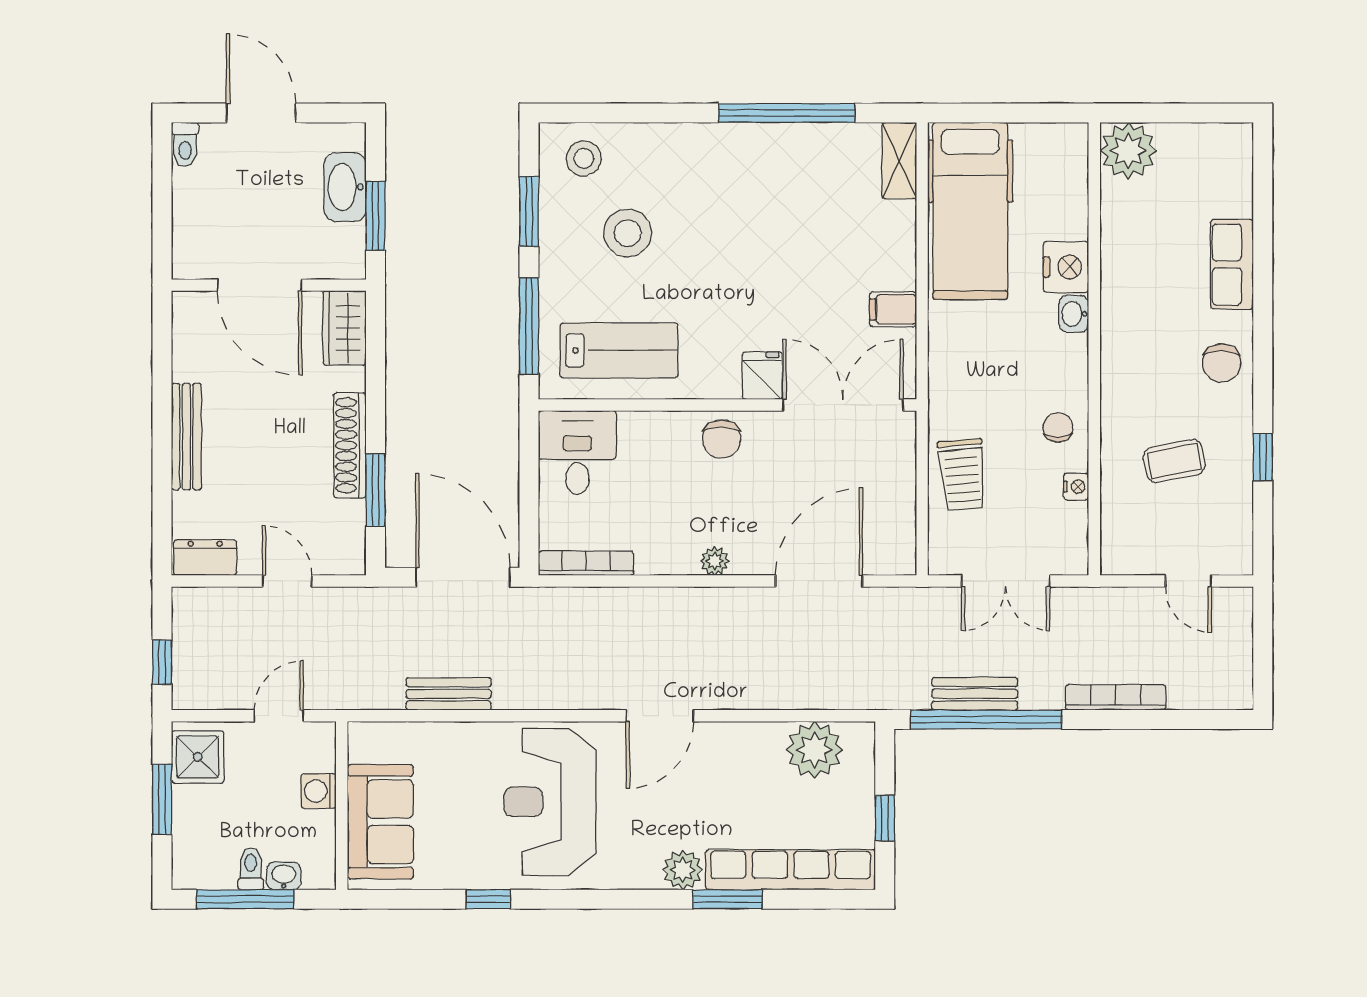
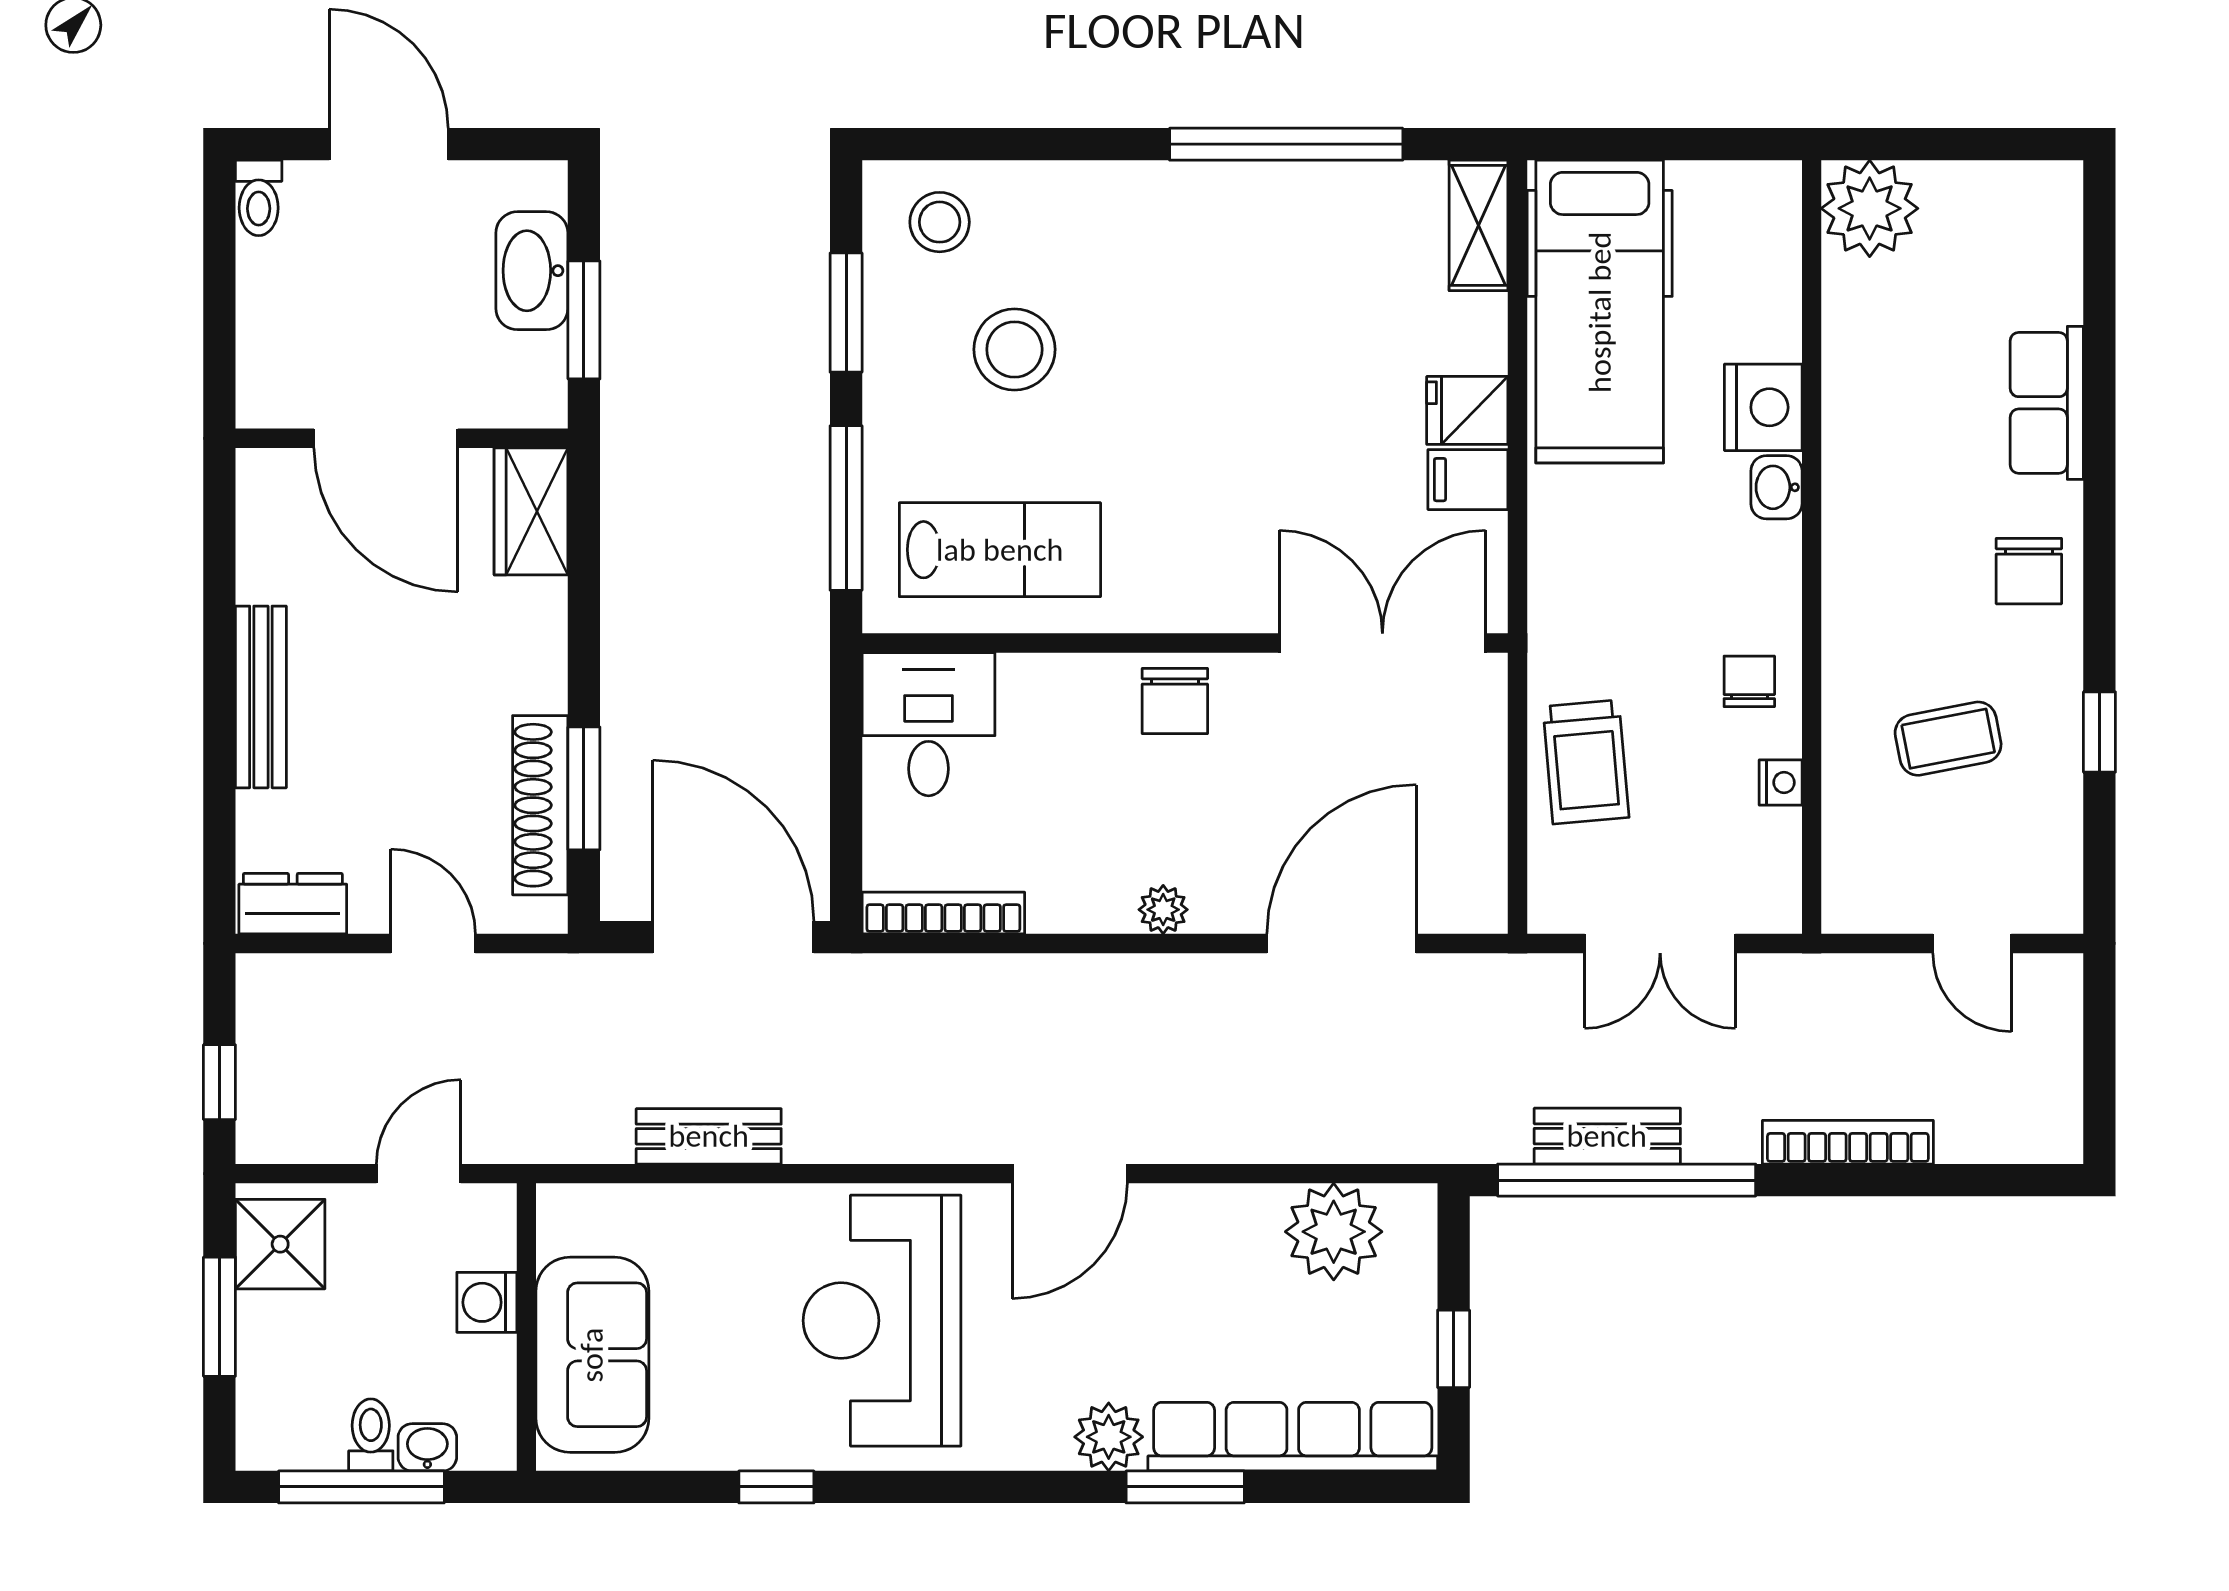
fridge: (762, 376) -> (1467, 410), moved, turned -90
shoe rack: (350, 445) -> (540, 805), moved

